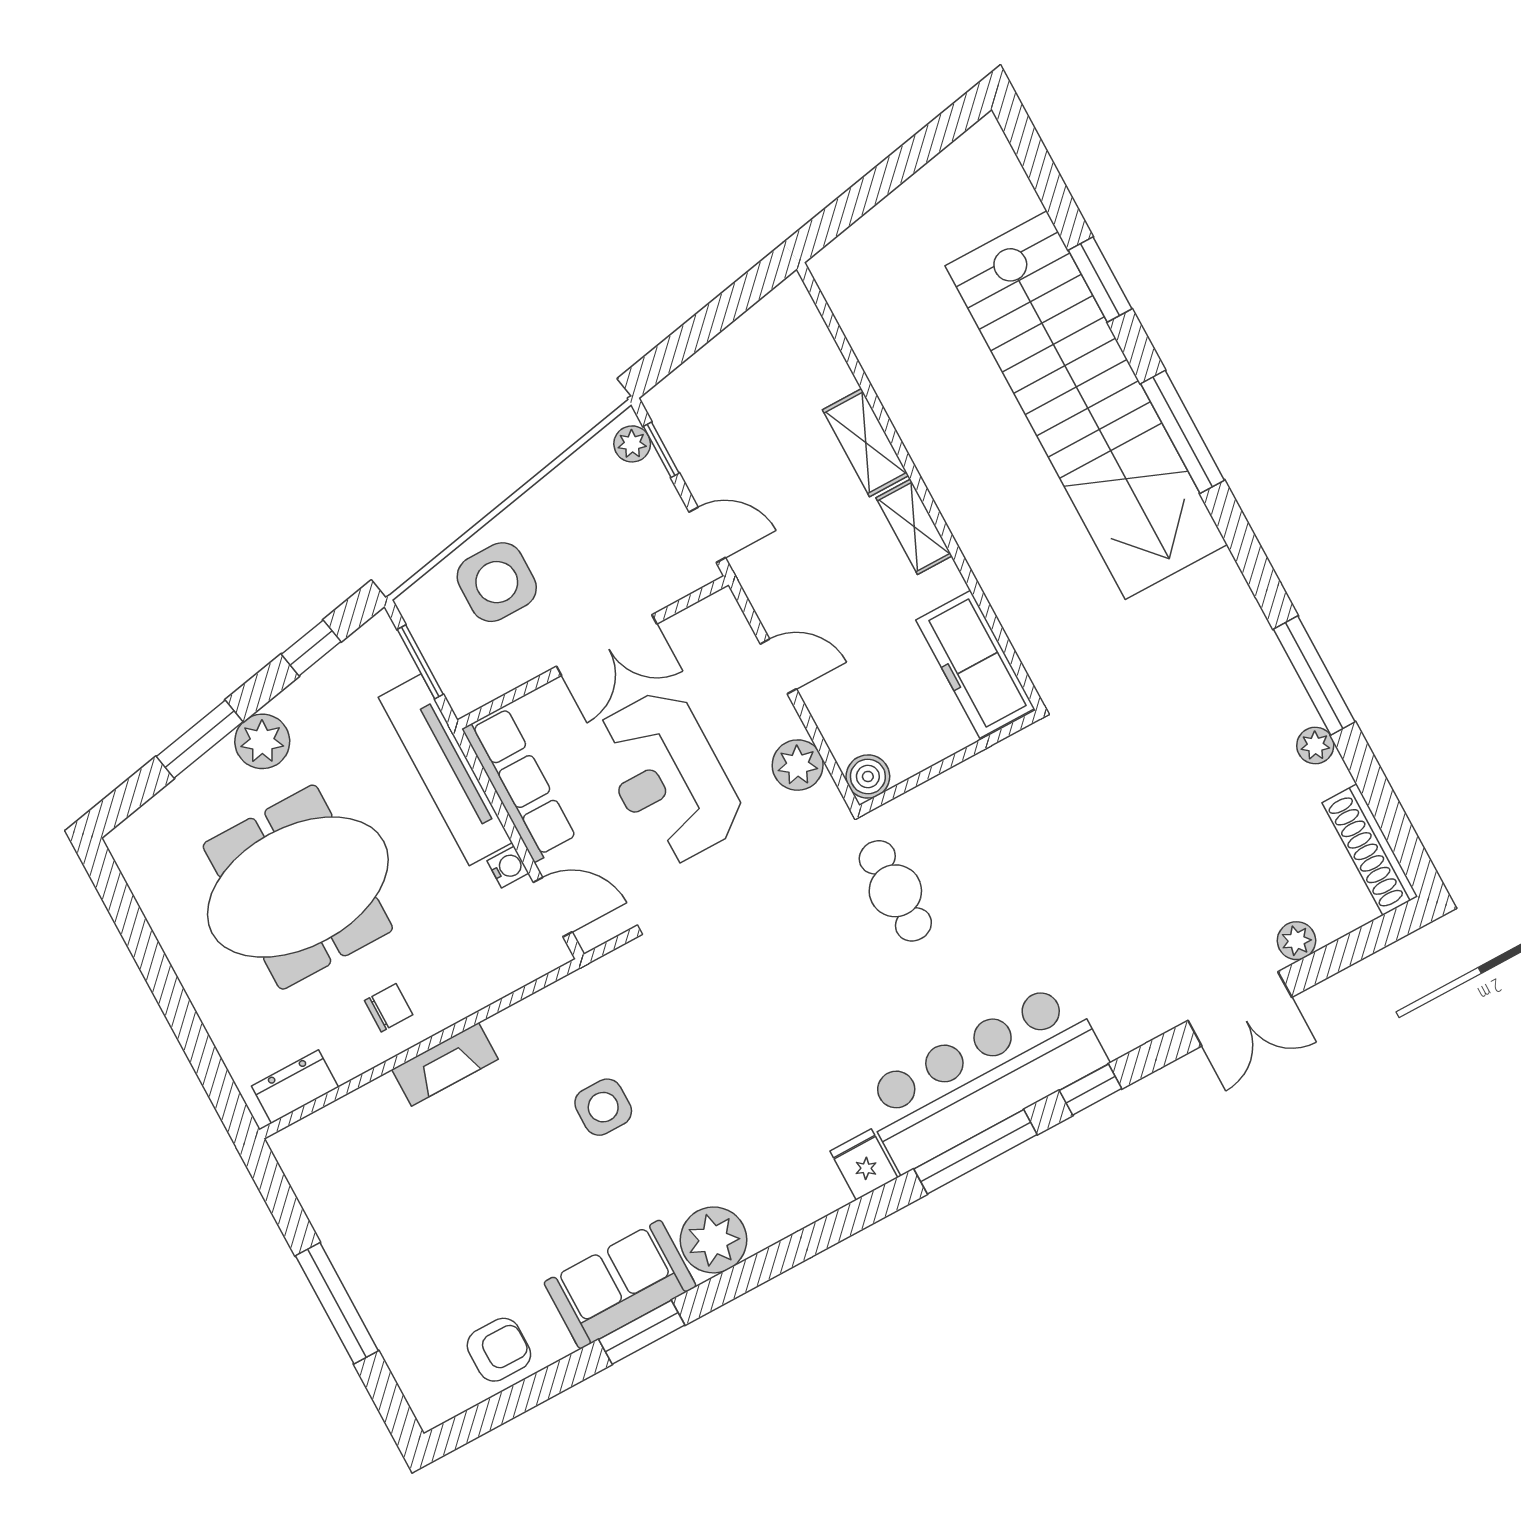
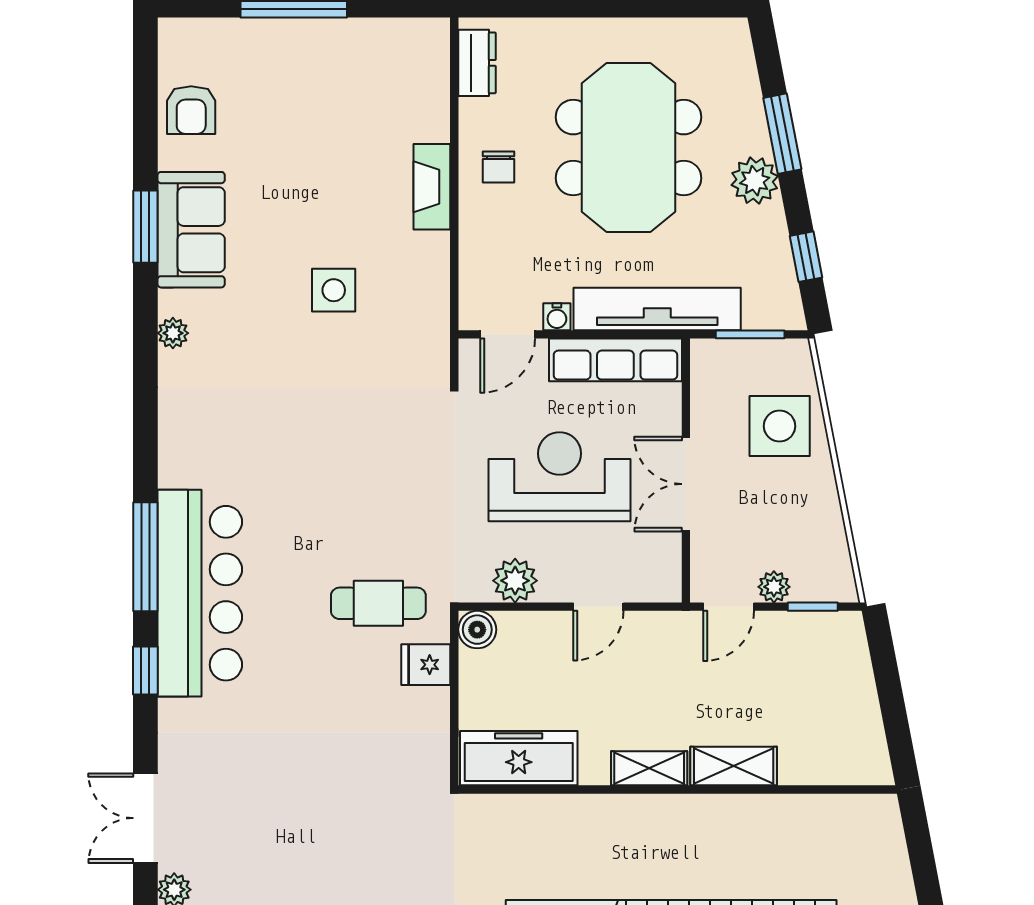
plant: (632, 444) -> (774, 587), moved
fridge: (864, 1164) -> (426, 665), moved, turned 180
plant: (713, 1240) -> (173, 333), width x0.53, depth x0.53

